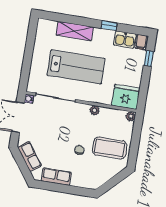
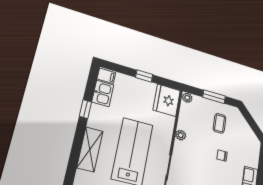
window: (149, 58) -> (144, 76), moved
window: (135, 143) -> (214, 97), added
coffee table: (110, 148) -> (219, 123), width x0.54, depth x0.58

